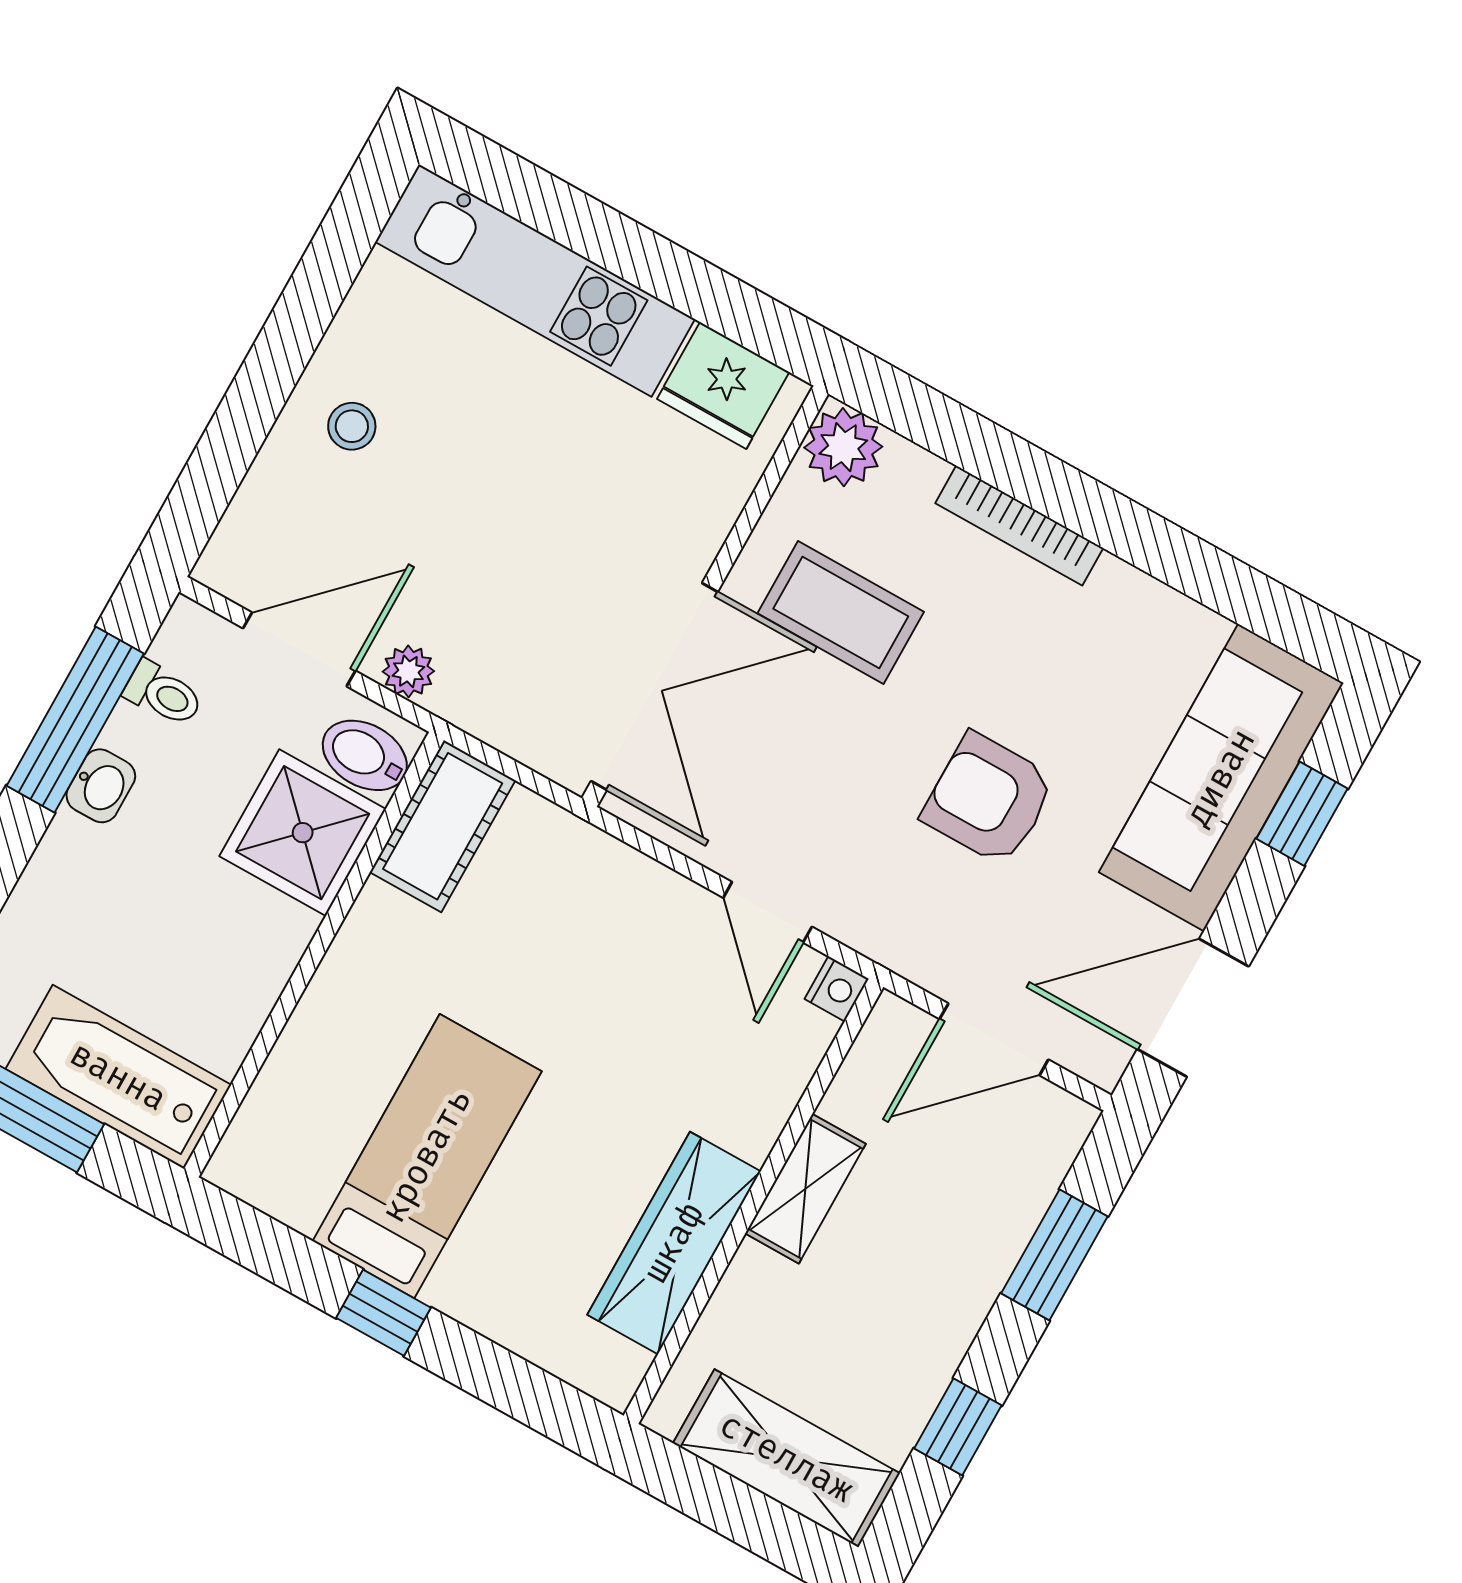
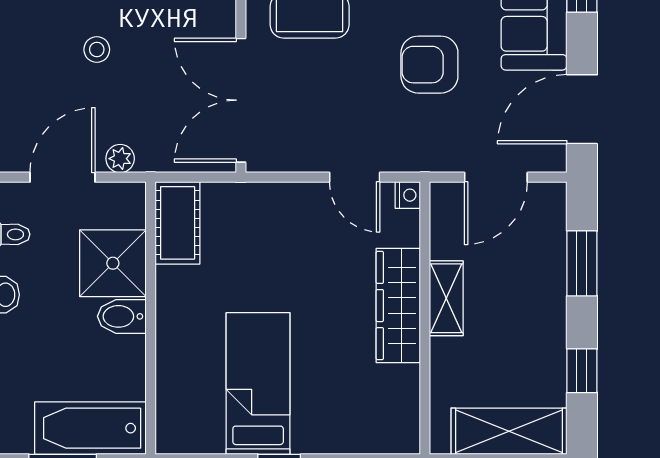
stool: (352, 426) -> (97, 50), moved
double door: (654, 687) -> (241, 100), swing flipped
bidet: (365, 755) -> (122, 316), moved
wardrobe: (674, 1243) -> (398, 306), moved

